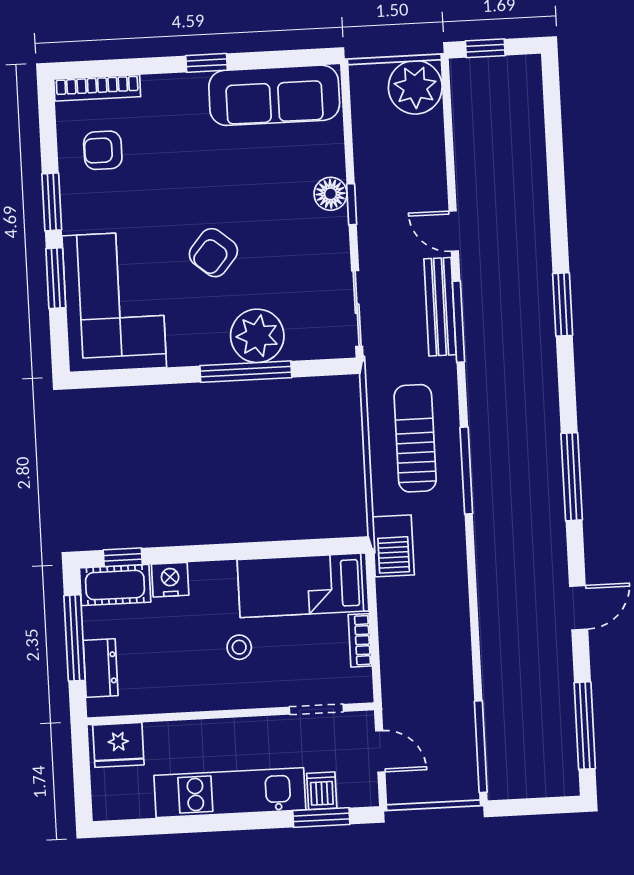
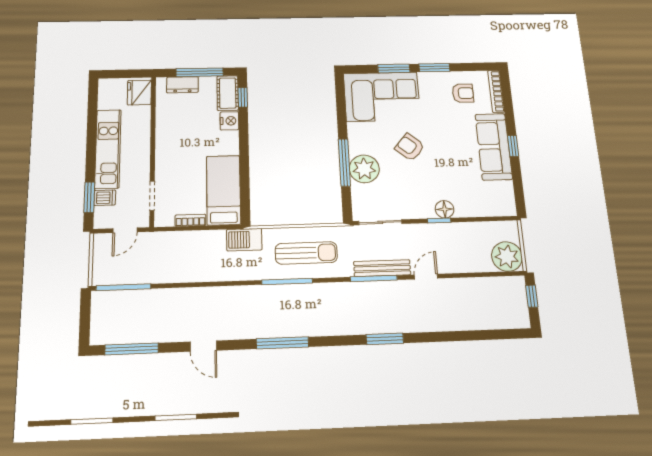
sofa: (274, 95) -> (494, 147), moved
armchair: (103, 150) -> (463, 93), turned 90
stool: (239, 647) -> (190, 156), removed

